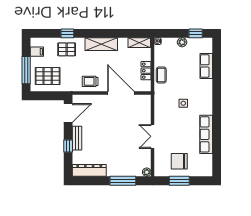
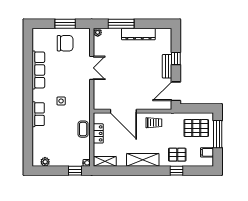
window: (196, 33) -> (75, 171), moved
plant: (182, 42) -> (45, 162), moved
row of seats: (206, 66) -> (38, 114), moved
dresser: (89, 170) -> (138, 34), moved

